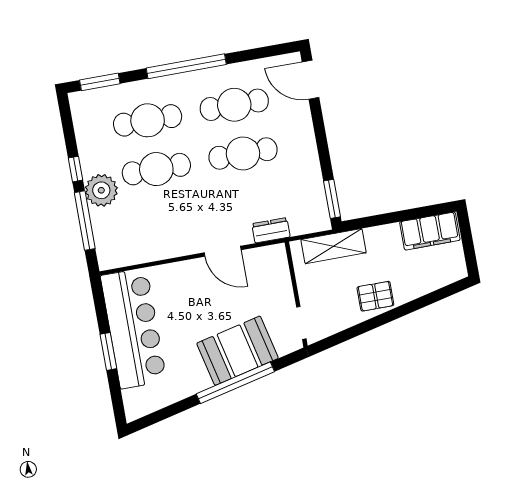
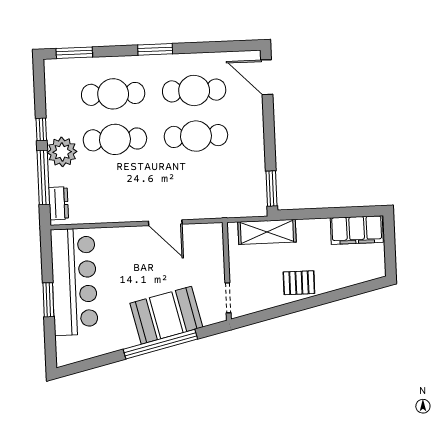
window: (186, 66) -> (155, 49), width x0.47
dresser: (271, 230) -> (58, 203), moved, turned 90

